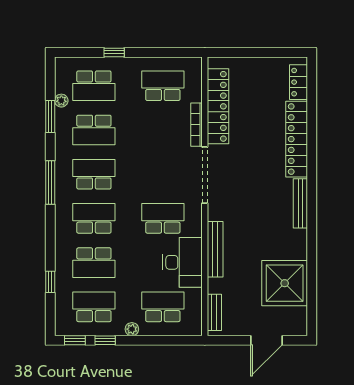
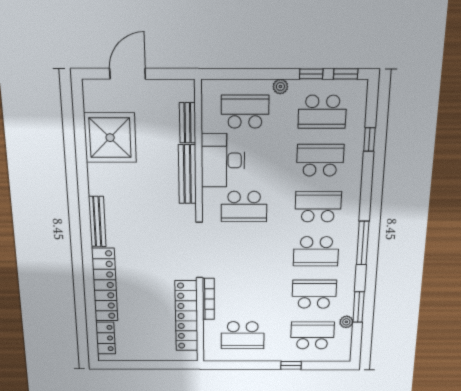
school desk: (94, 218) -> (318, 207), turned 180
school desk: (163, 307) -> (245, 112), turned 180
bench: (214, 312) -> (188, 123), moved

